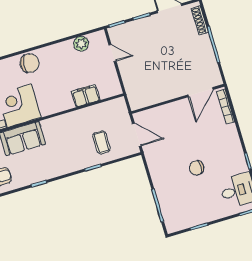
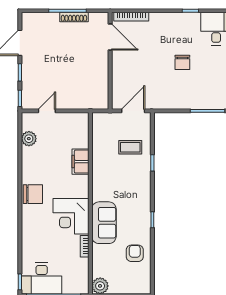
shoe rack: (200, 20) -> (74, 17), moved
chair: (30, 63) -> (33, 194), turned 84
filing cabinet: (86, 96) -> (80, 162), moved

